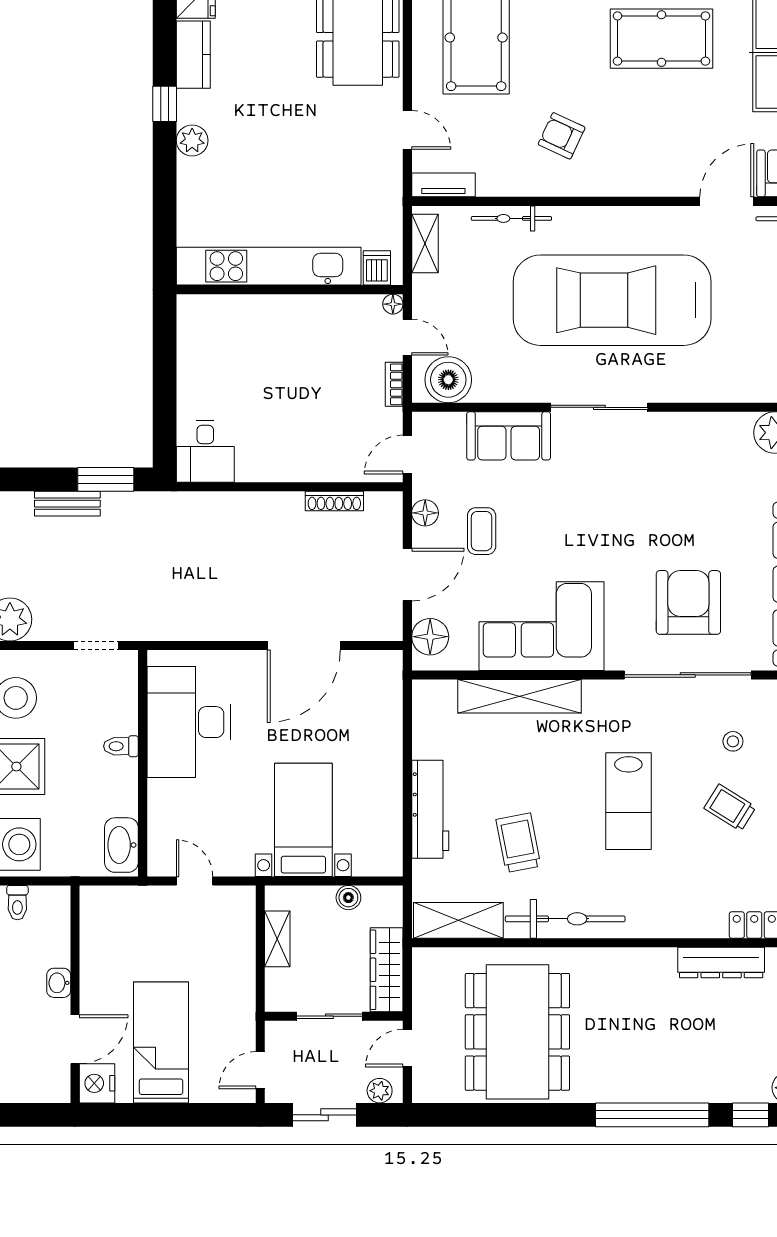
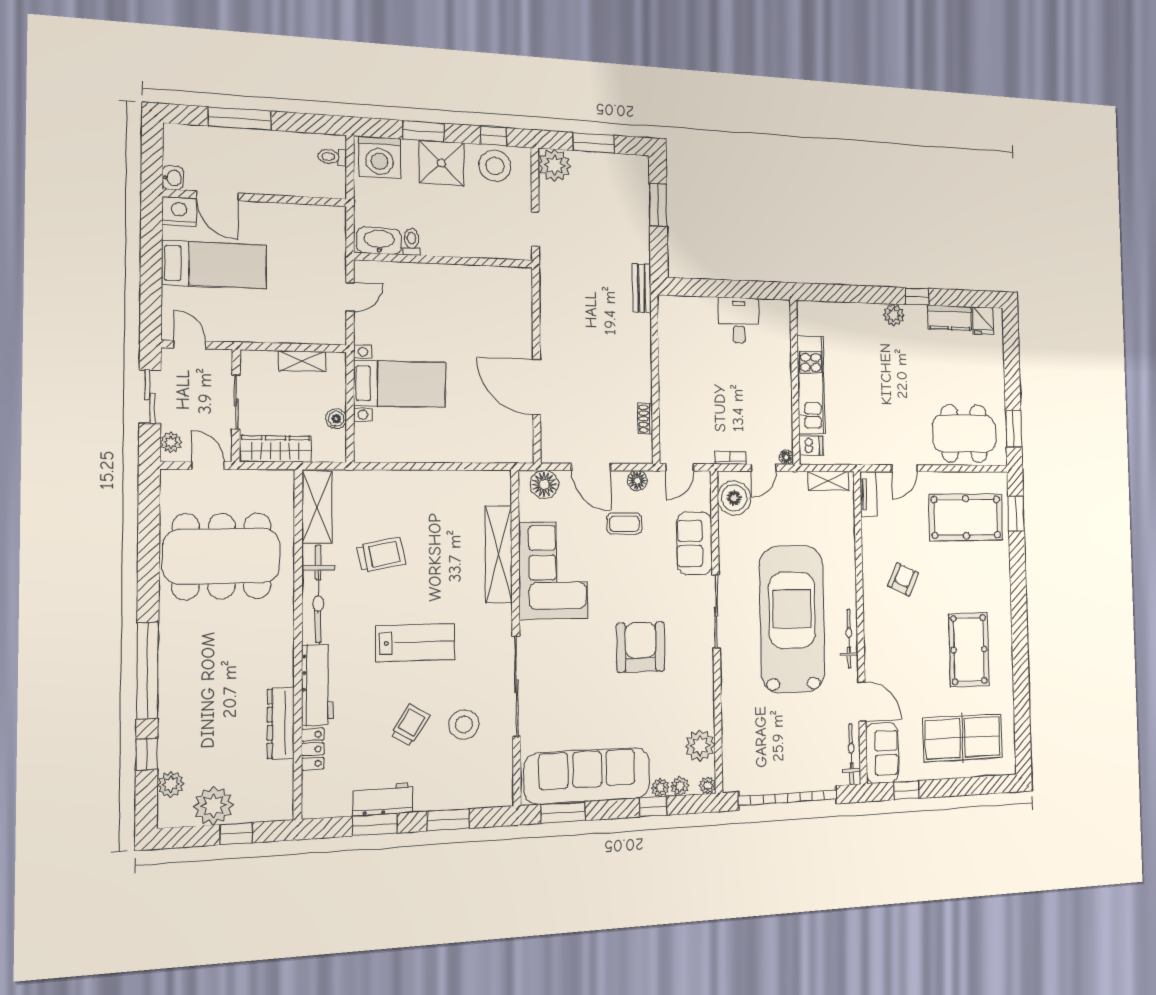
bicycle: (511, 218) -> (849, 639), moved
kitchen unit: (269, 266) -> (811, 385), width x0.73
desk: (205, 451) -> (739, 320), moved, turned 90
door: (407, 454) -> (680, 467), swing flipped
window: (106, 479) -> (658, 205), moved
shoe rack: (334, 501) -> (645, 419), width x0.70
bench: (67, 504) -> (642, 288), moved
armchair: (688, 602) -> (641, 647), moved, turned -90
desk: (189, 722) -> (477, 297), removed
stool: (733, 741) -> (464, 725), width x1.89, depth x1.89
toilet: (121, 746) -> (412, 242), moved
lab bench: (628, 801) -> (415, 642), turned 180
workbench: (430, 809) -> (317, 685), moved, turned -90
washbasin: (59, 983) -> (173, 178), moved, turned 90

